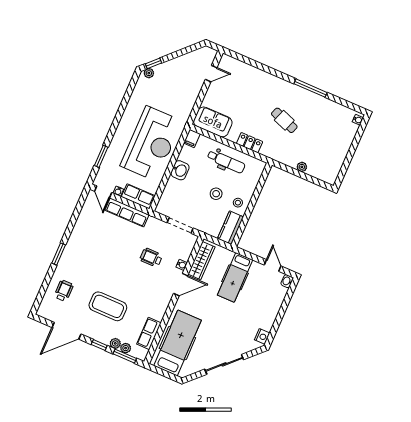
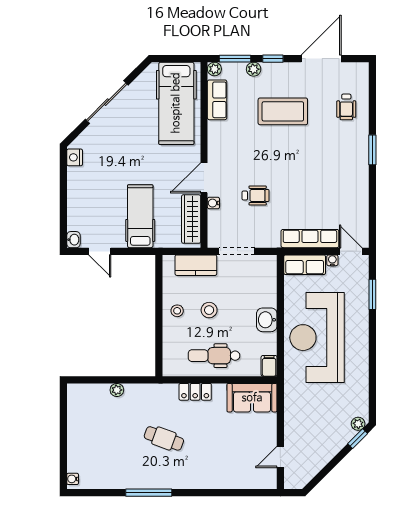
kitchen counter: (231, 228) -> (196, 265), moved, turned 90
plant: (126, 348) -> (214, 69), moved

